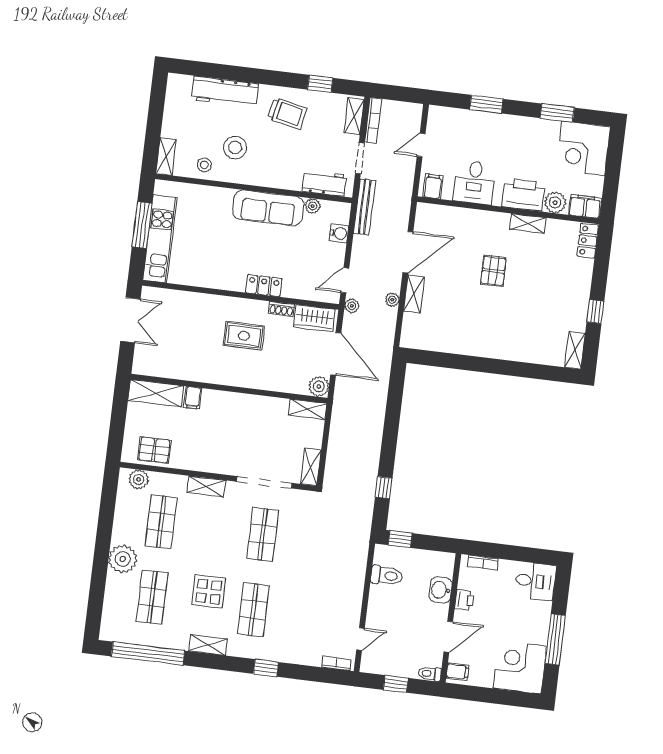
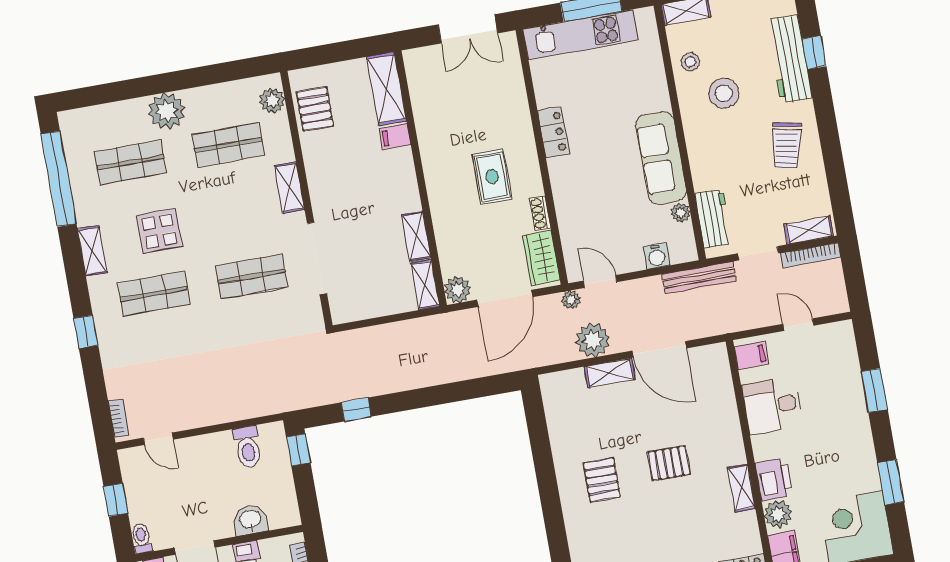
window: (320, 84) -> (814, 52), moved
printer: (523, 195) -> (774, 479), width x0.73, depth x0.84
locker: (264, 286) -> (553, 132), moved
plant: (392, 300) -> (593, 340), width x1.87, depth x1.87
pallet: (491, 324) -> (602, 480), added
shelving: (311, 467) -> (416, 236), moved, turned 90

